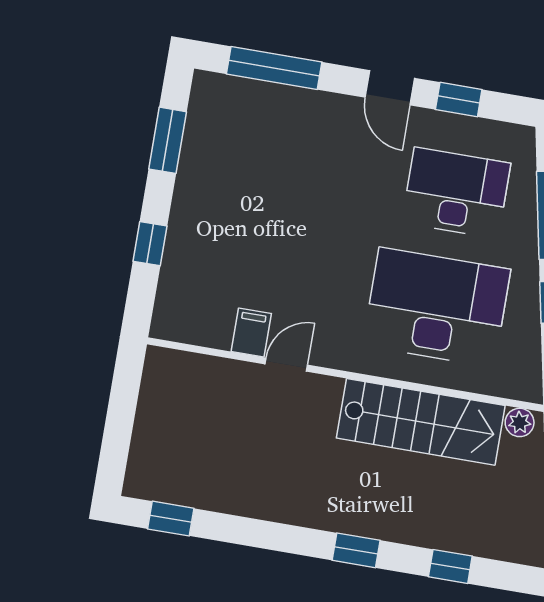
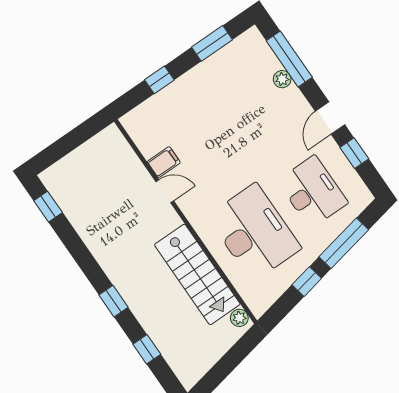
plant: (290, 99) -> (282, 79), added

